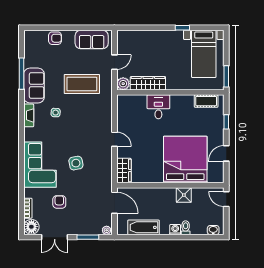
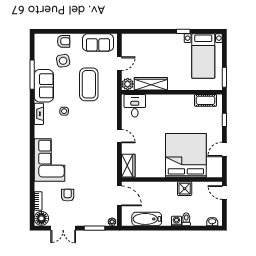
coffee table: (82, 84) -> (89, 84), turned 90
desk: (158, 107) -> (135, 106), moved
side table: (76, 163) -> (63, 61), moved

